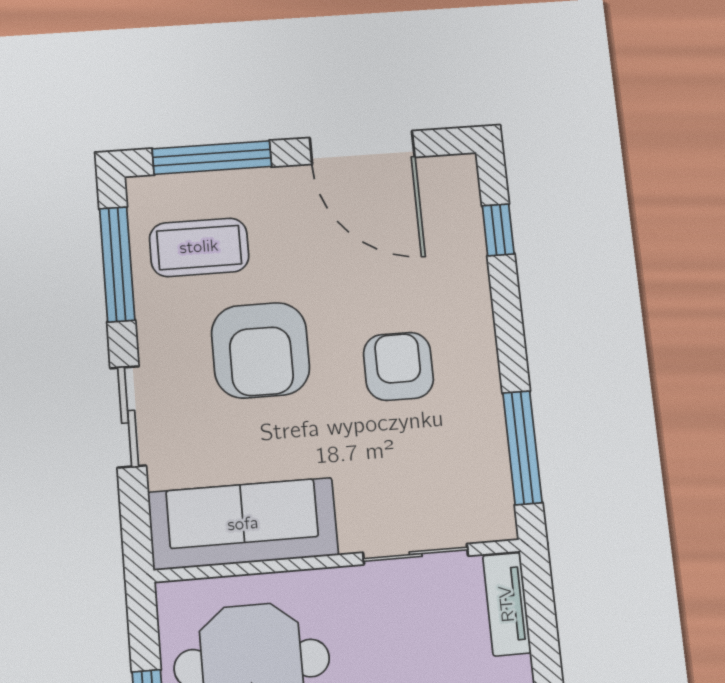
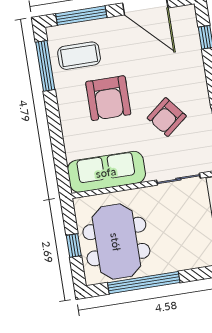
armchair: (398, 366) -> (167, 117), moved, turned -129
sliding door: (128, 417) -> (56, 131), removed

